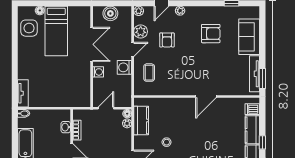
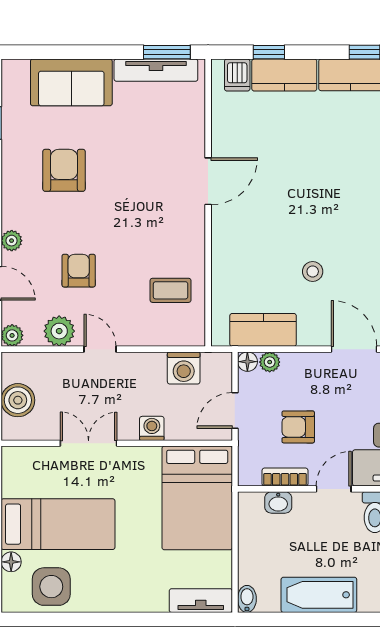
armchair: (167, 40) -> (79, 271), turned -90
double door: (92, 44) -> (89, 443), width x0.73
washing machine: (124, 67) -> (184, 368), moved
coffee table: (149, 73) -> (171, 290), moved
bed: (68, 92) -> (197, 498), added
door: (206, 96) -> (208, 181), hinge flipped
door: (106, 108) -> (235, 411), hinge flipped
armchair: (99, 136) -> (298, 427), added
window: (262, 142) -> (269, 52), moved

